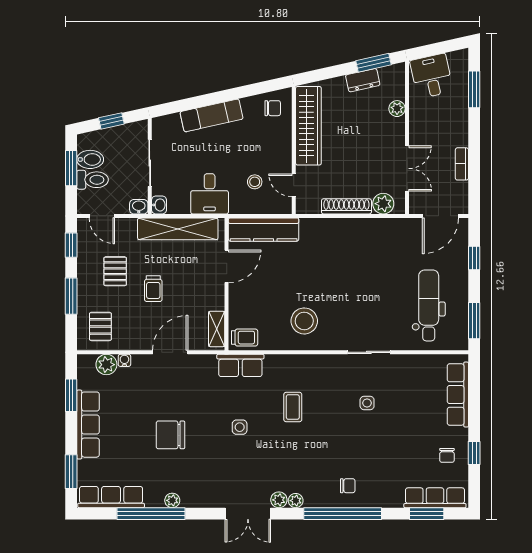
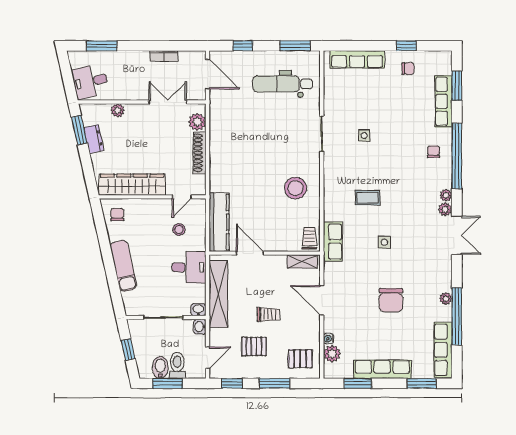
row of seats: (435, 498) -> (444, 101), moved

